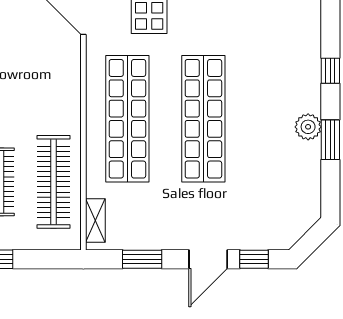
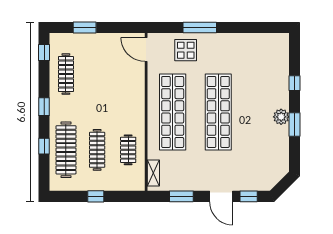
clothes rail: (54, 182) -> (128, 150), width x0.54, depth x0.76
door: (208, 259) -> (221, 196), hinge flipped

